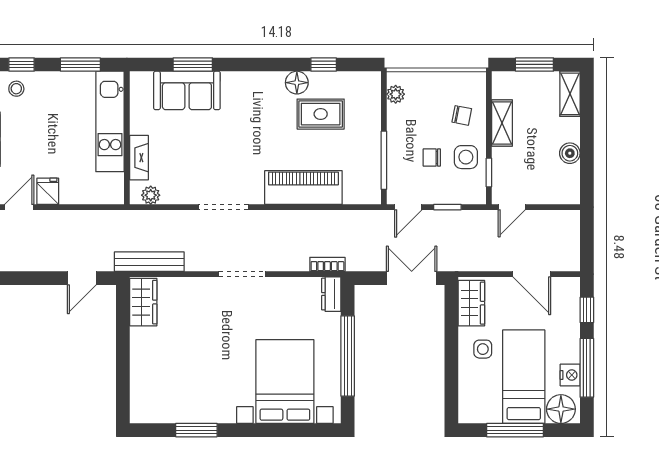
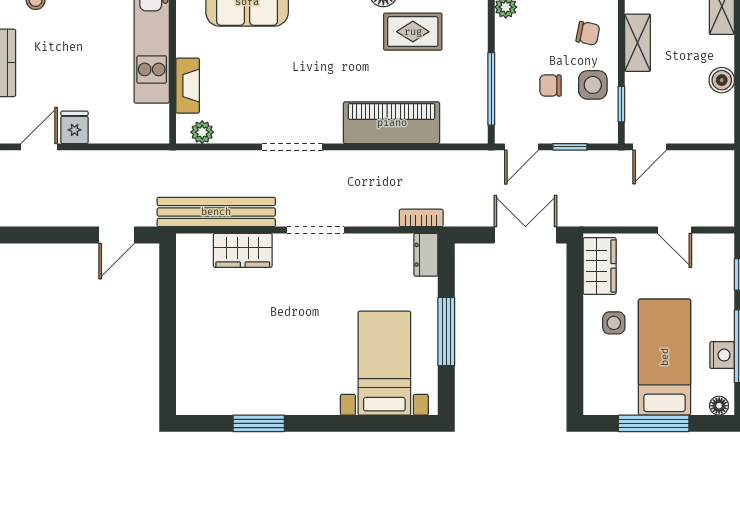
bench: (149, 262) -> (216, 212), width x1.37, depth x1.21
door: (532, 274) -> (674, 230), width x0.73
wardrobe: (143, 302) -> (243, 250), moved, turned 90
window: (348, 356) -> (446, 331), width x0.68
bed with nightstands: (285, 382) -> (384, 363), width x0.73
floor lamp: (561, 409) -> (719, 406), width x0.53, depth x0.53

